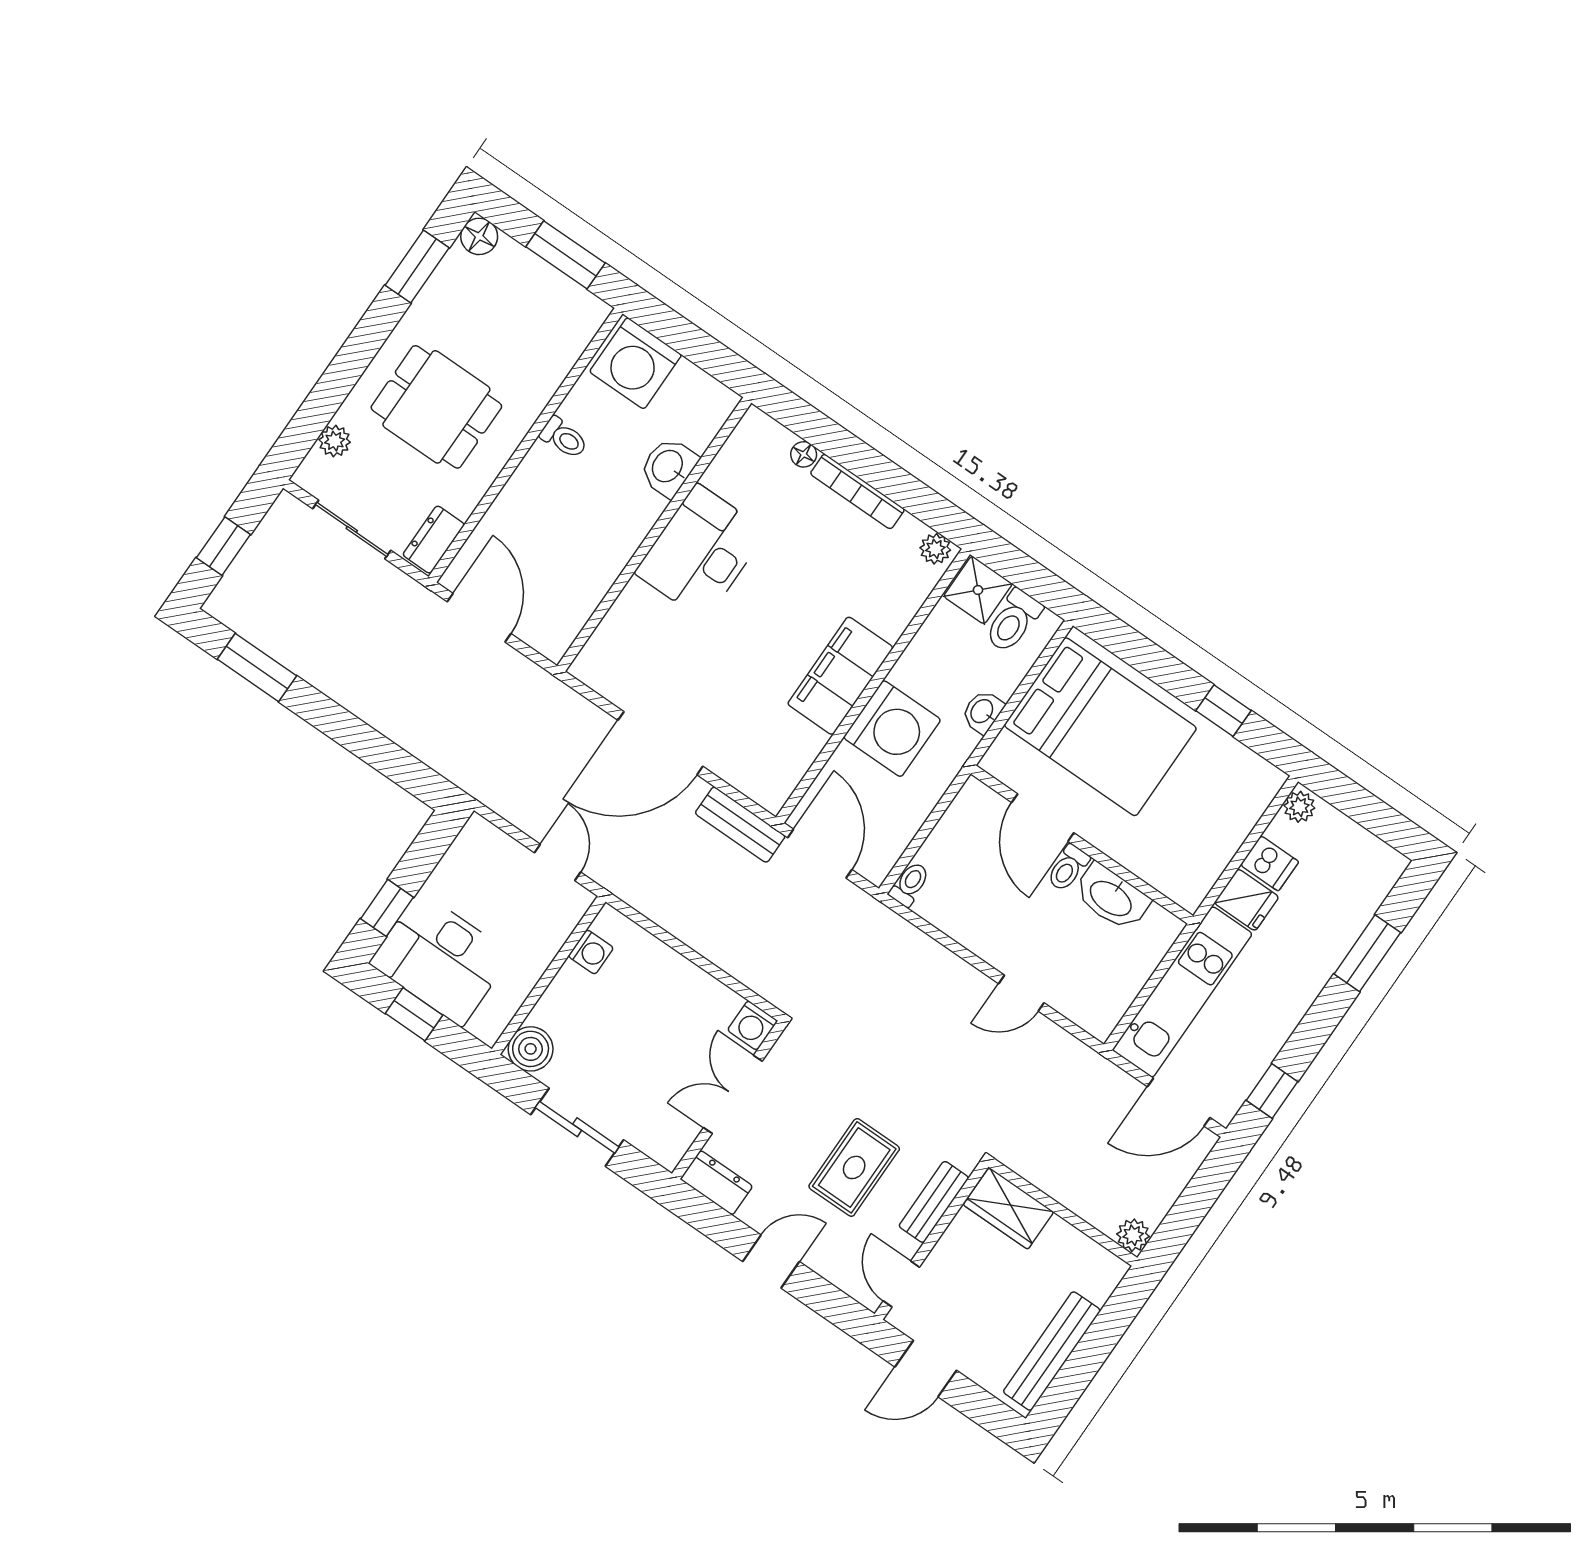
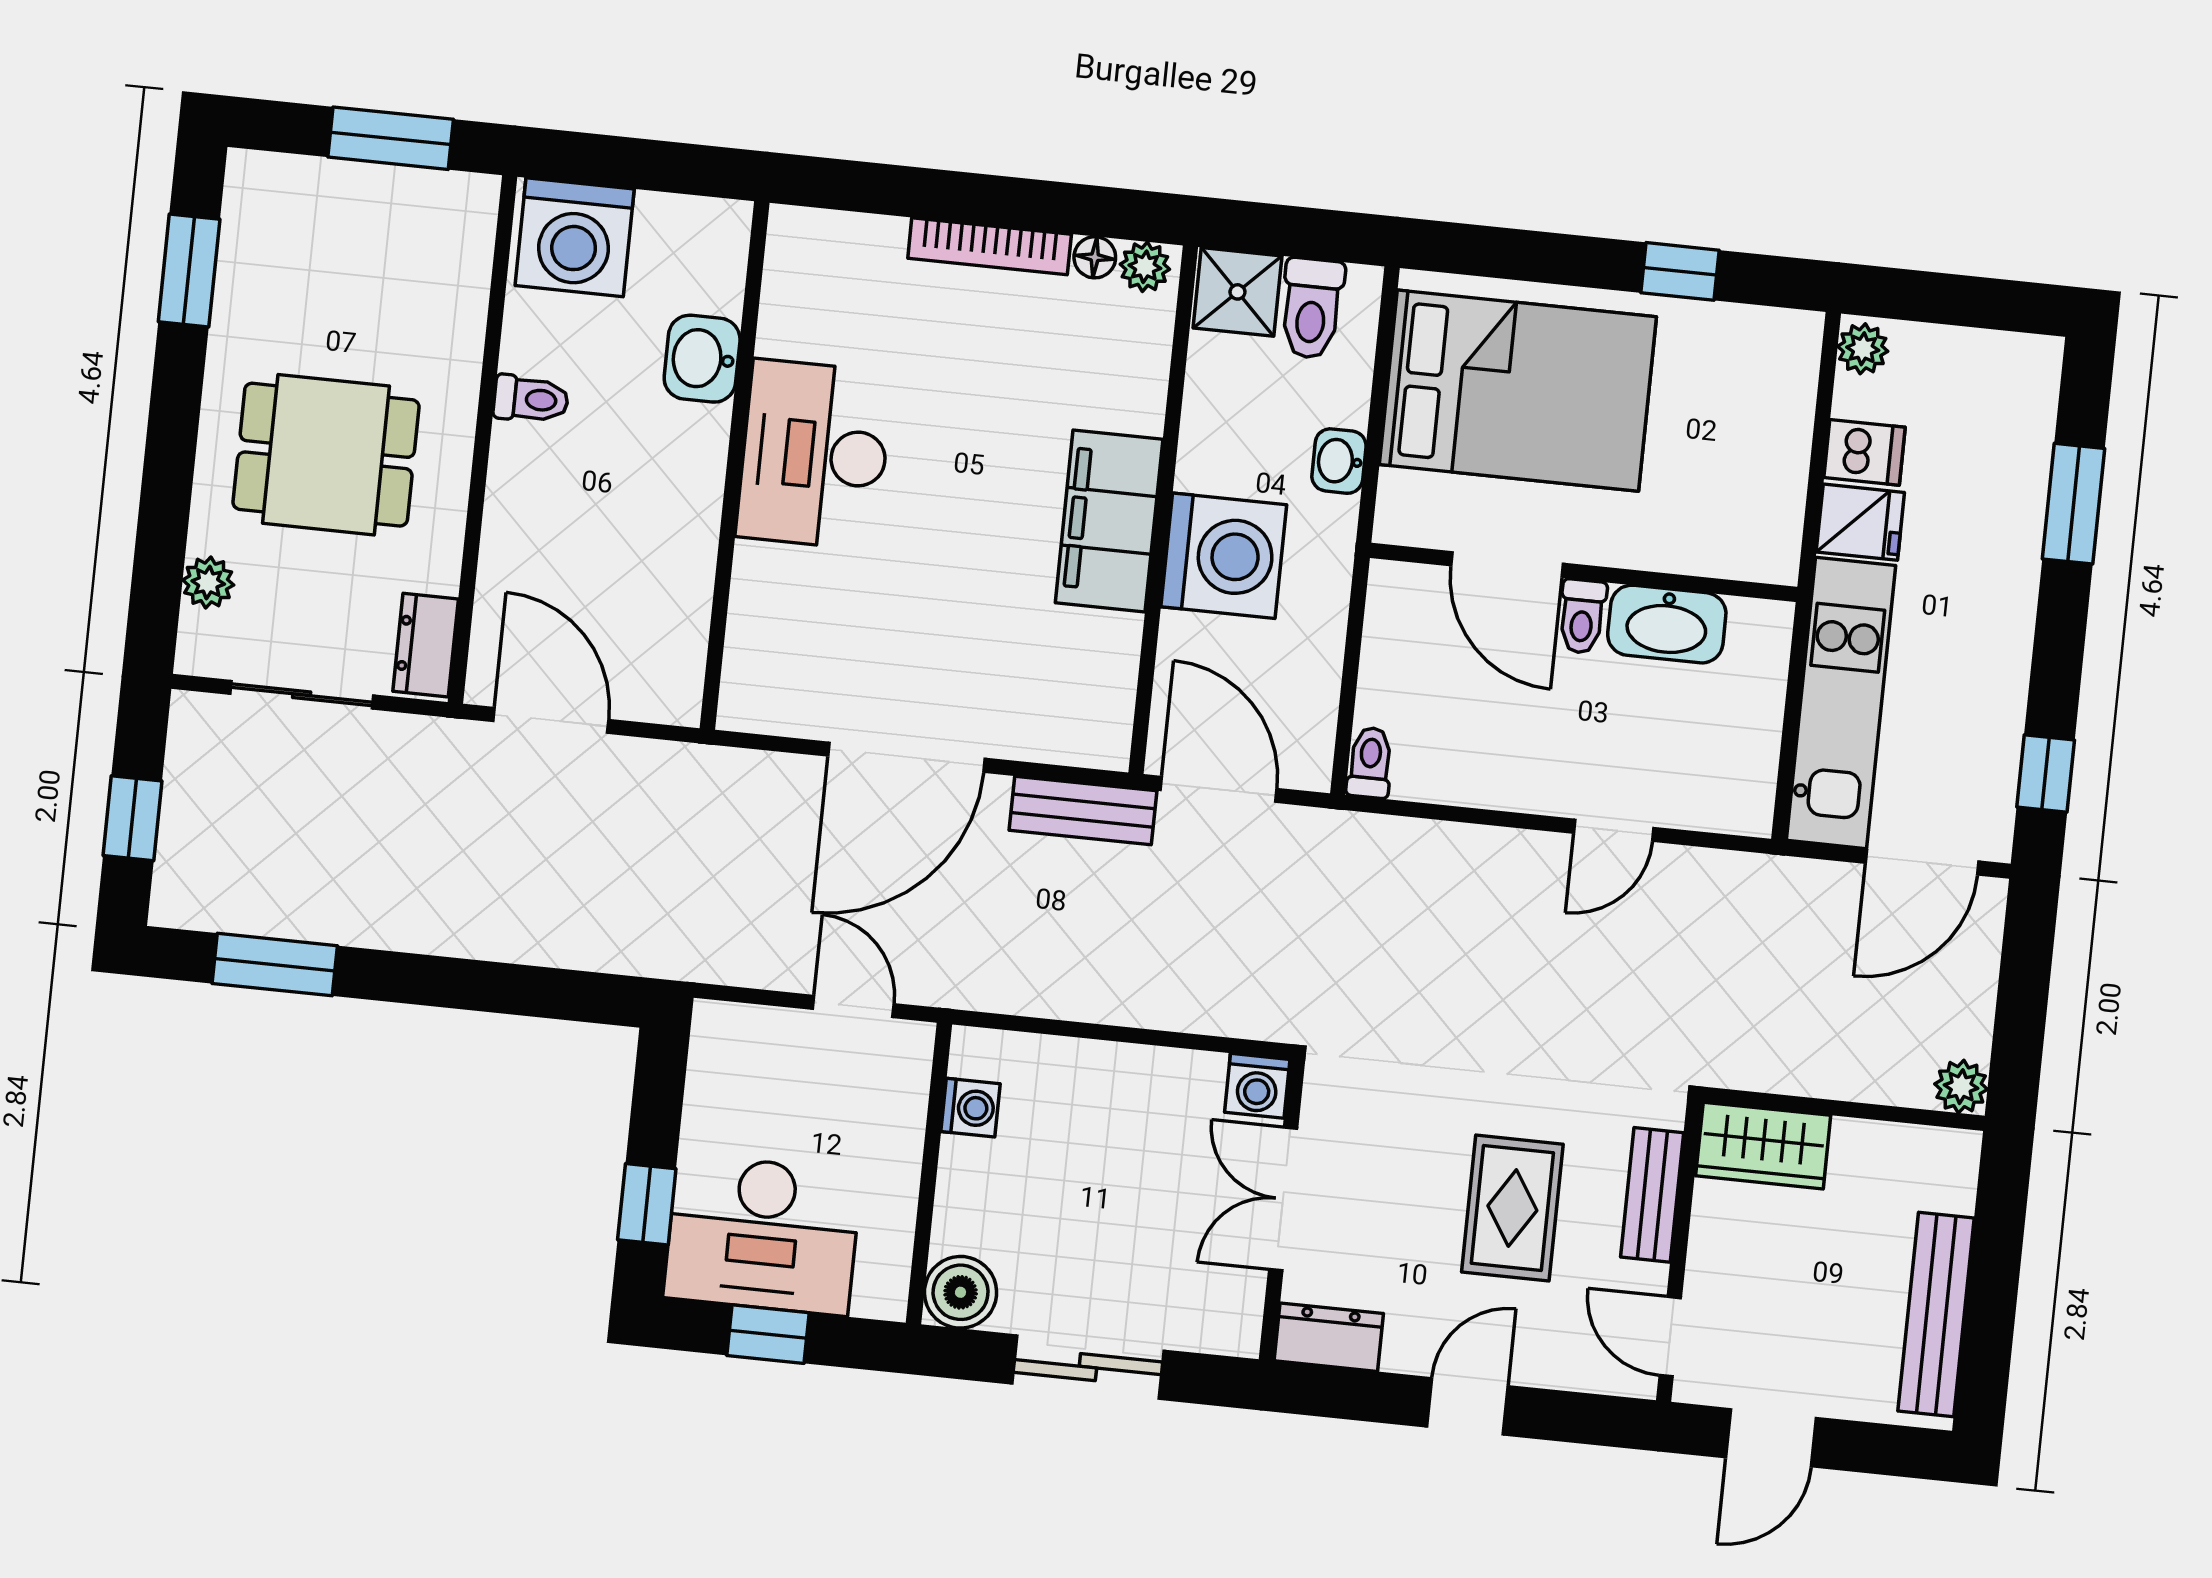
floor lamp: (479, 236) -> (254, 179), removed
floor lamp: (804, 454) -> (1095, 257), moved

